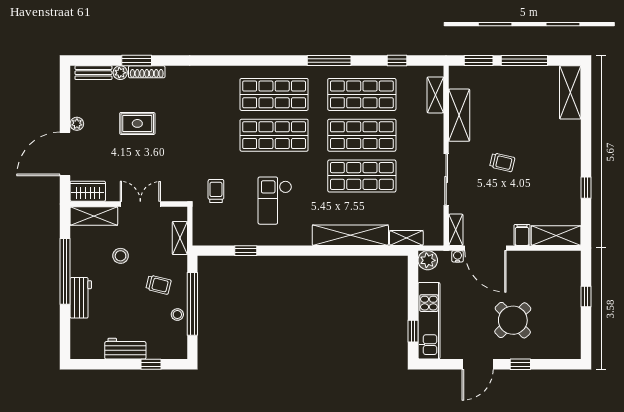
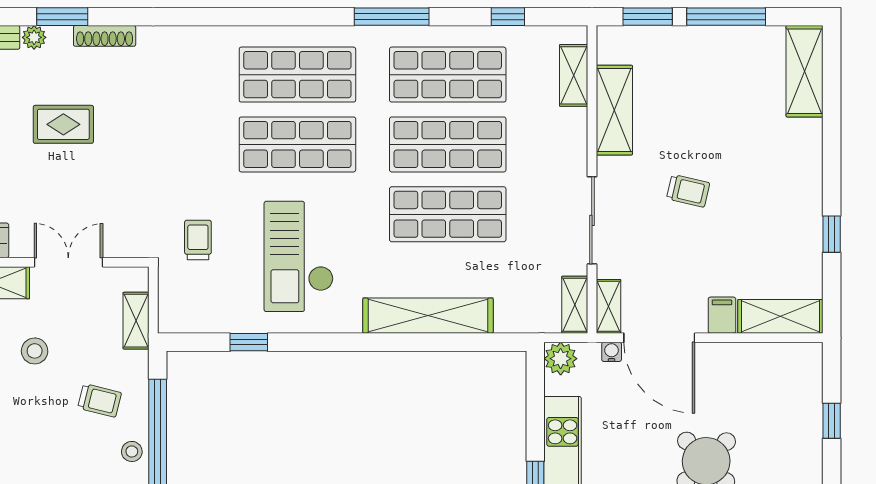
shoe rack: (147, 72) -> (105, 36), moved
checkout: (275, 201) -> (299, 256), width x1.36, depth x1.21
shelving: (406, 238) -> (575, 305), moved, turned 90

